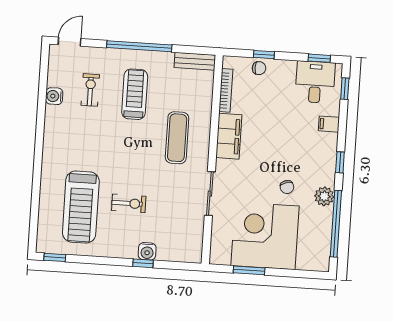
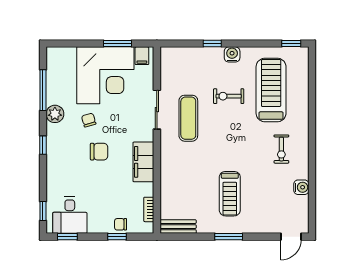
window: (139, 46) -> (229, 237), width x0.47
exercise bike: (90, 90) -> (281, 149), moved
bookcase: (226, 90) -> (149, 209), width x0.64
filing cabinet: (329, 124) -> (142, 56), moved, turned 90
exercise mat: (177, 138) -> (188, 118), moved
chair: (278, 151) -> (99, 152), added
window: (336, 224) -> (43, 90), width x0.68
water cooler: (147, 251) -> (232, 54), moved

